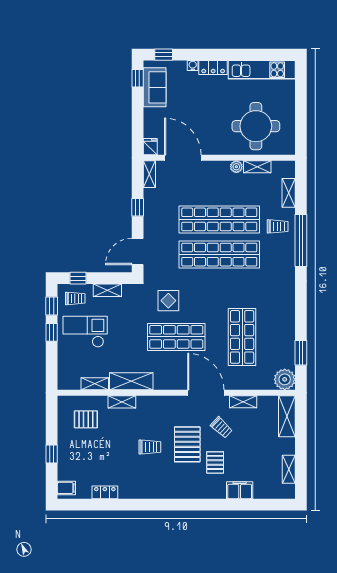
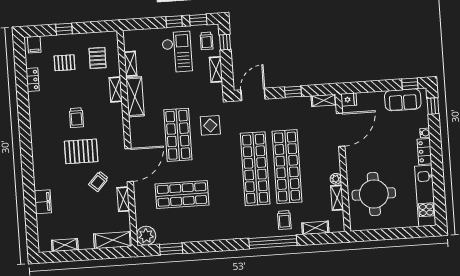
door: (138, 251) -> (253, 94), hinge flipped
pallet: (215, 462) -> (64, 63), moved

